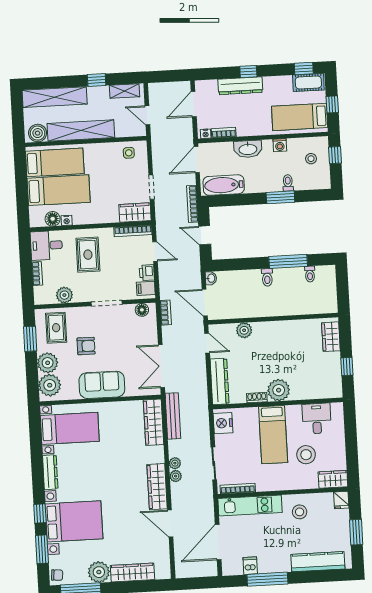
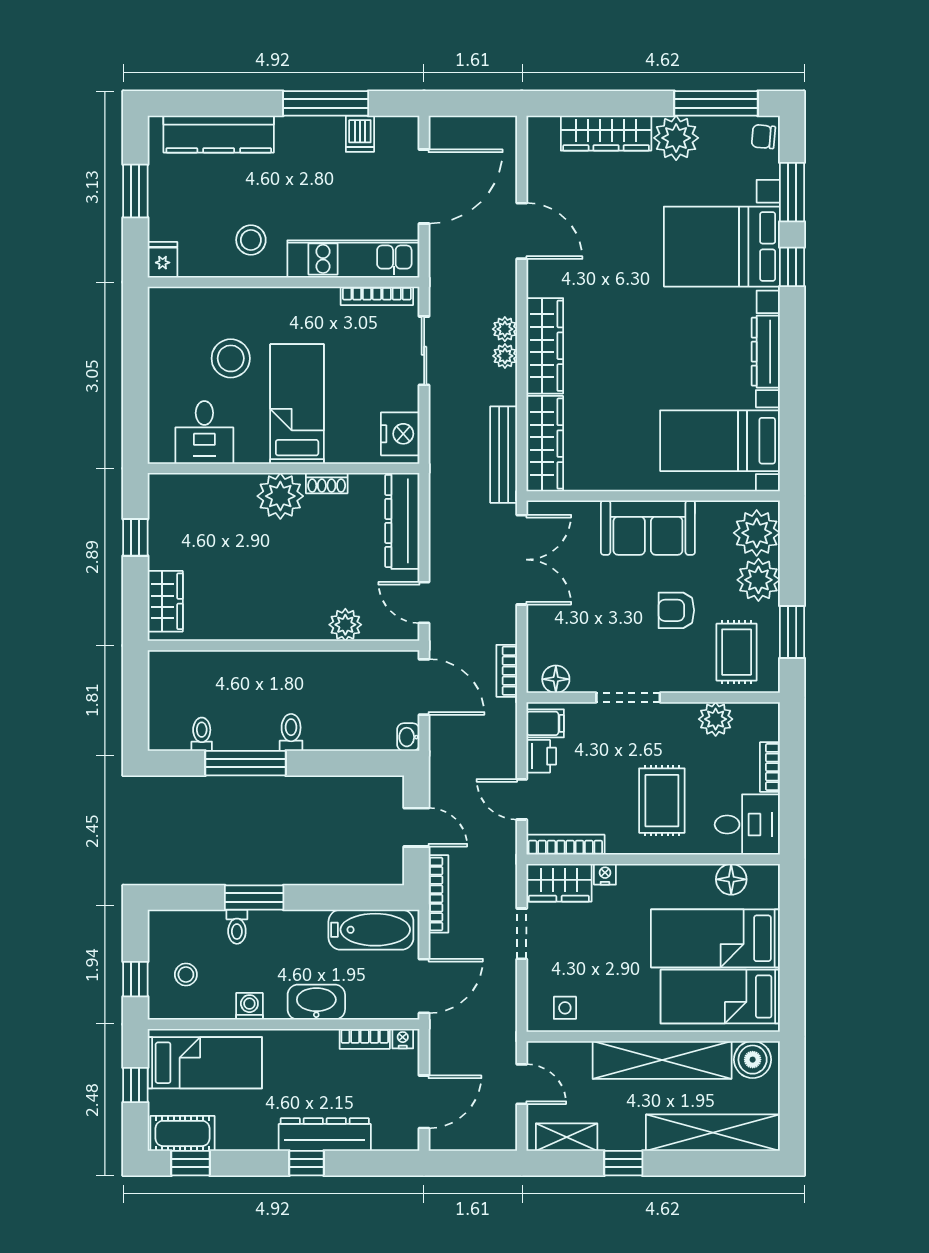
nightstand: (67, 220) -> (605, 874), moved
wardrobe: (333, 479) -> (178, 304), removed
wardrobe: (157, 487) -> (545, 346), moved

